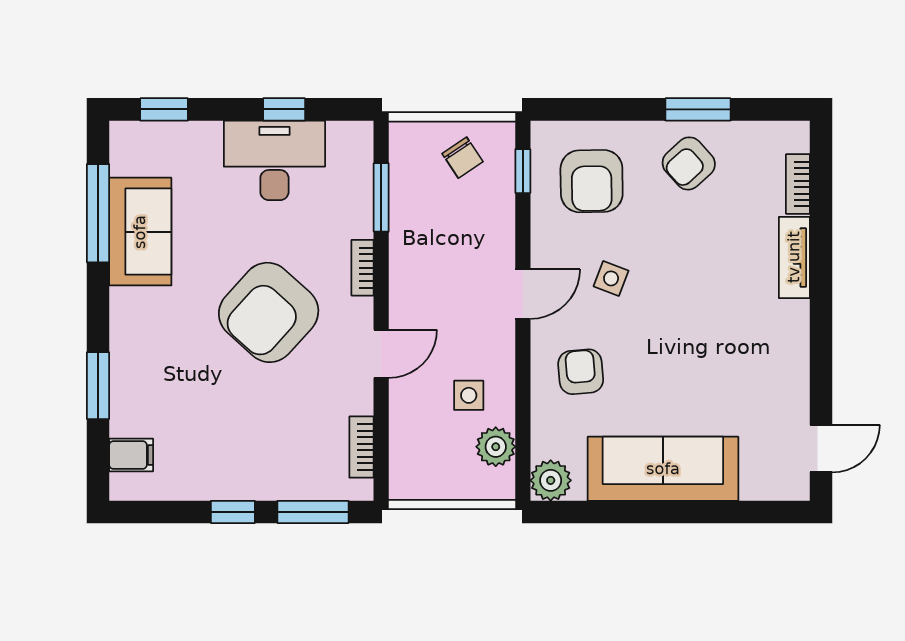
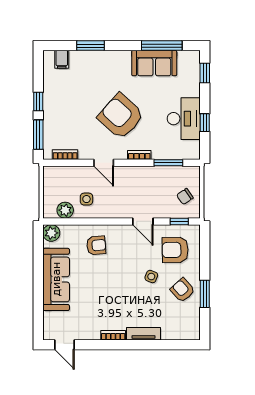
bookcase: (798, 184) -> (113, 335), moved
side table: (611, 278) -> (151, 277), moved
door: (523, 294) -> (143, 221), moved

